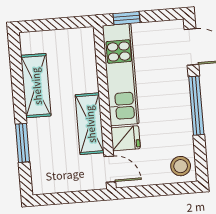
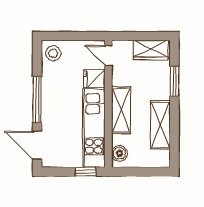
boiler: (85, 45) -> (119, 153), added
shelving: (90, 124) -> (121, 110), moved
wardrobe: (56, 180) -> (151, 50), added

